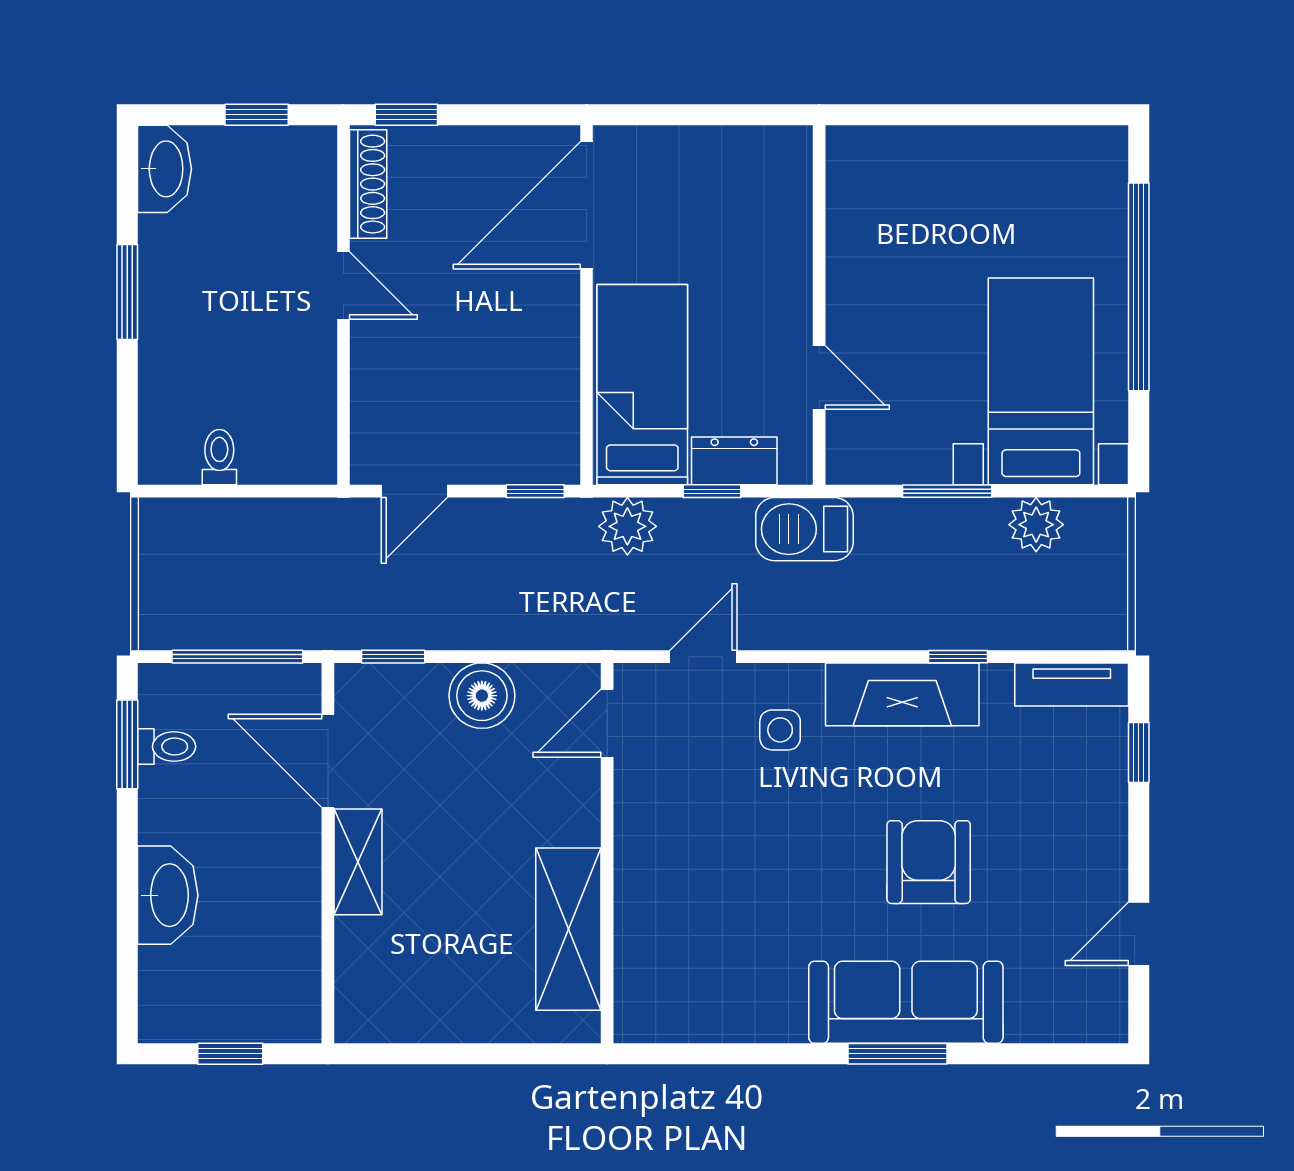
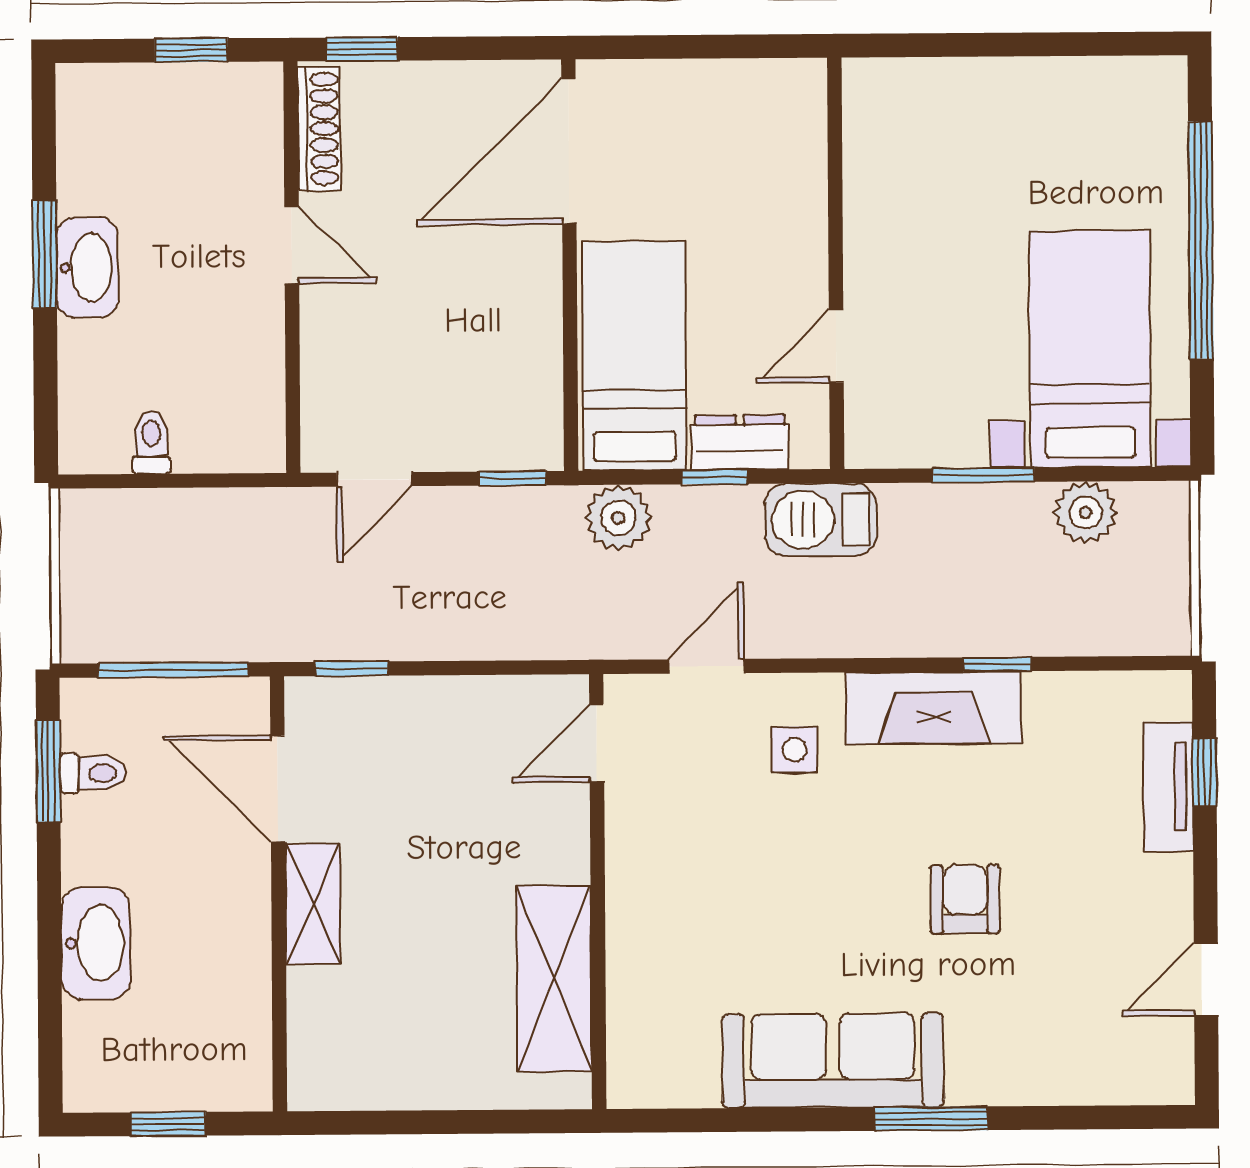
washbasin: (164, 169) -> (87, 268), moved
door: (819, 378) -> (836, 346), swing flipped
tv unit: (1072, 685) -> (1168, 787), moved, turned 90
boiler: (482, 696) -> (453, 713), removed
armchair: (929, 862) -> (965, 899), width x0.72, depth x0.72
sofa: (906, 1002) -> (833, 1060), moved

